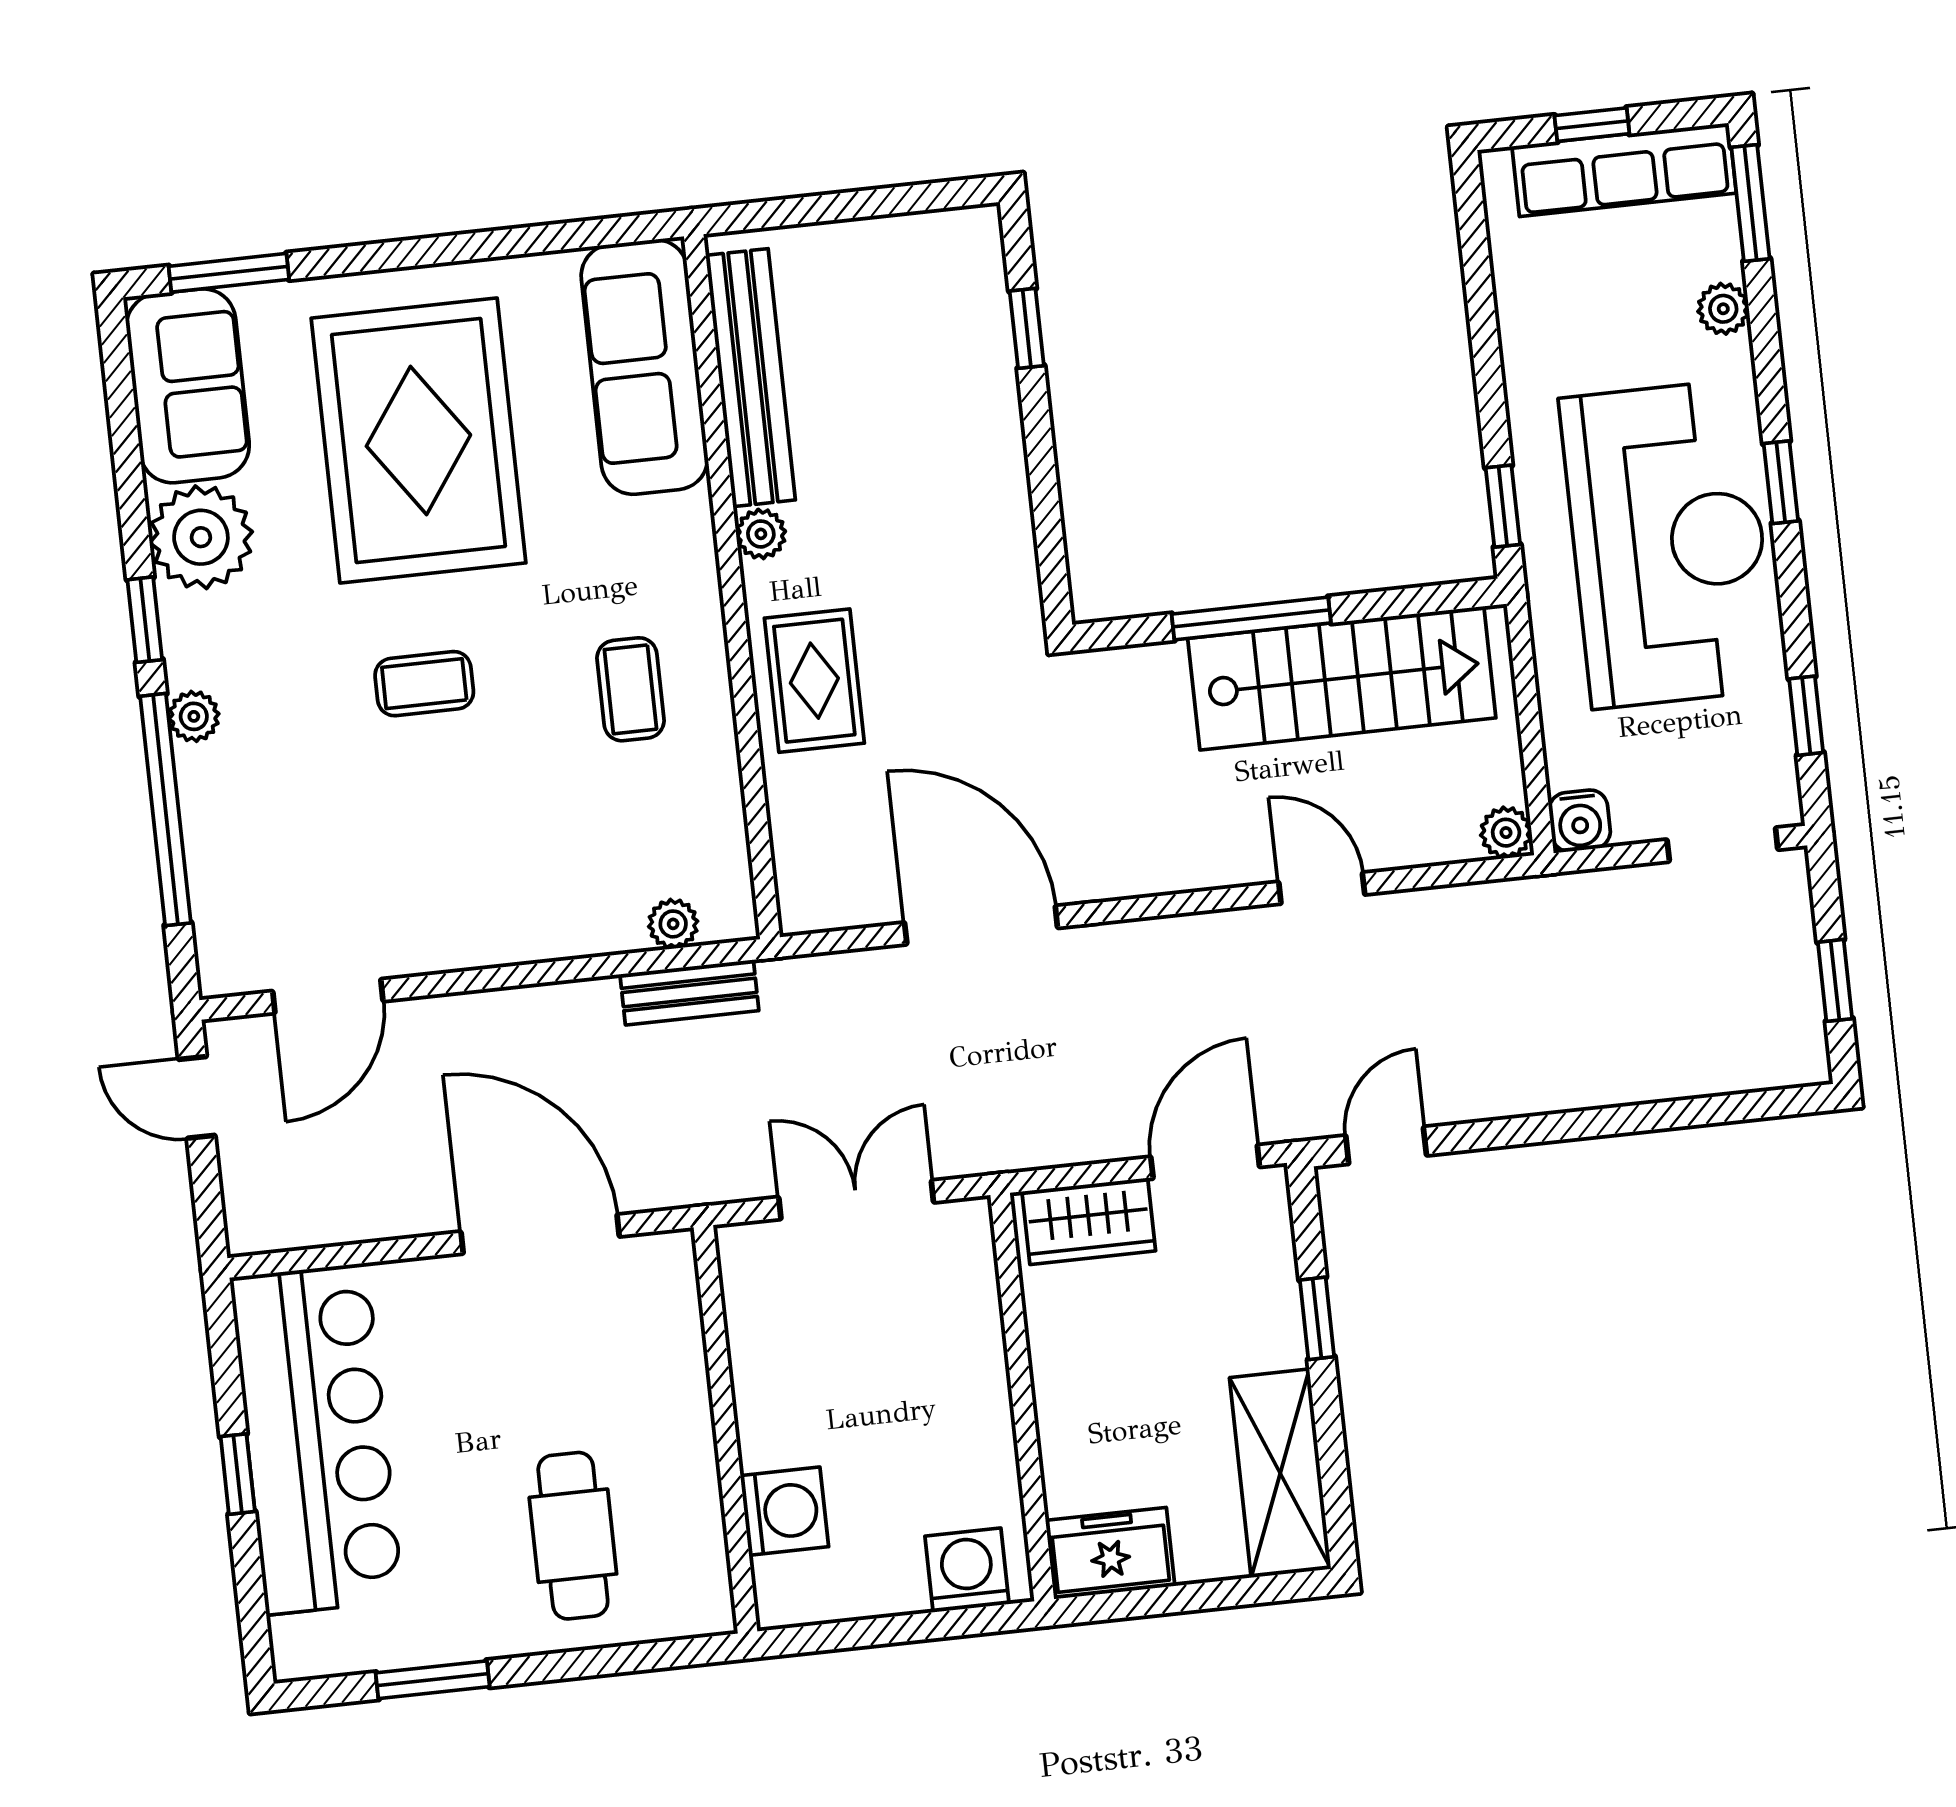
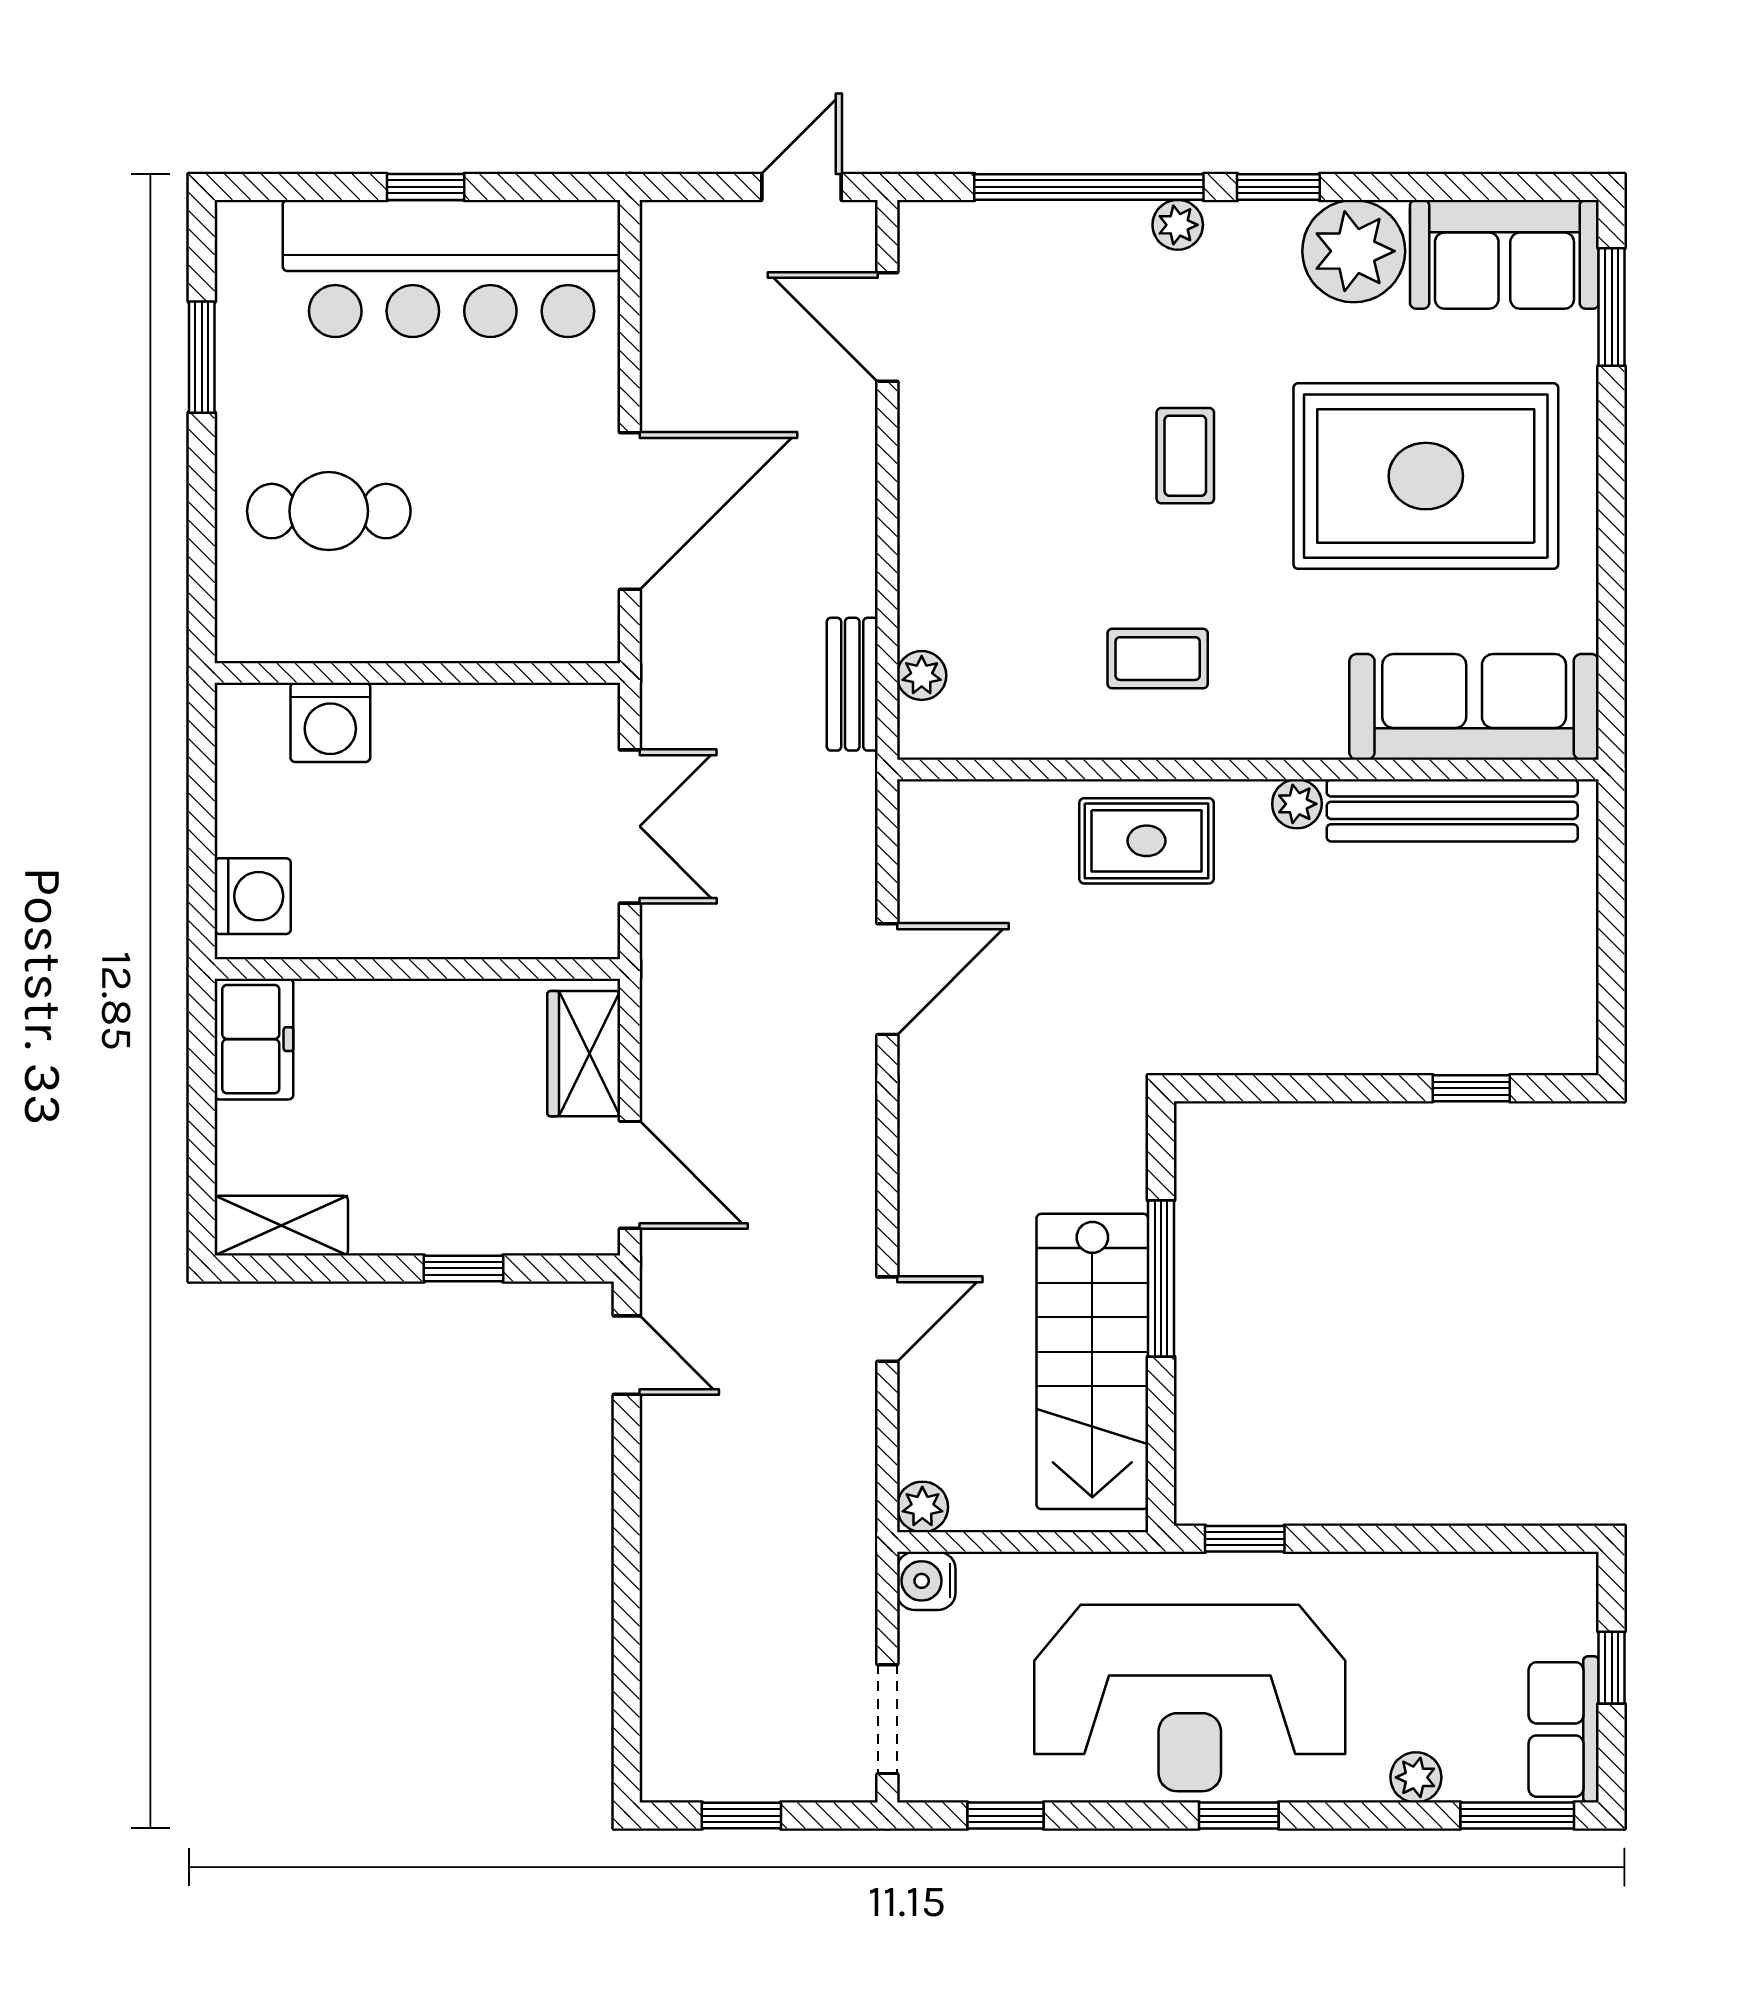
row of seats: (1624, 170) -> (1564, 1729), width x0.68
door: (981, 925) -> (887, 979), width x0.73
shelving: (1280, 1473) -> (281, 1226), width x0.67, depth x0.75

